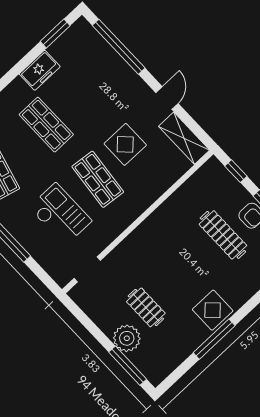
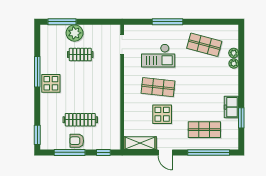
window: (55, 34) -> (241, 118), moved
shop shelf: (46, 125) -> (204, 130), moved

